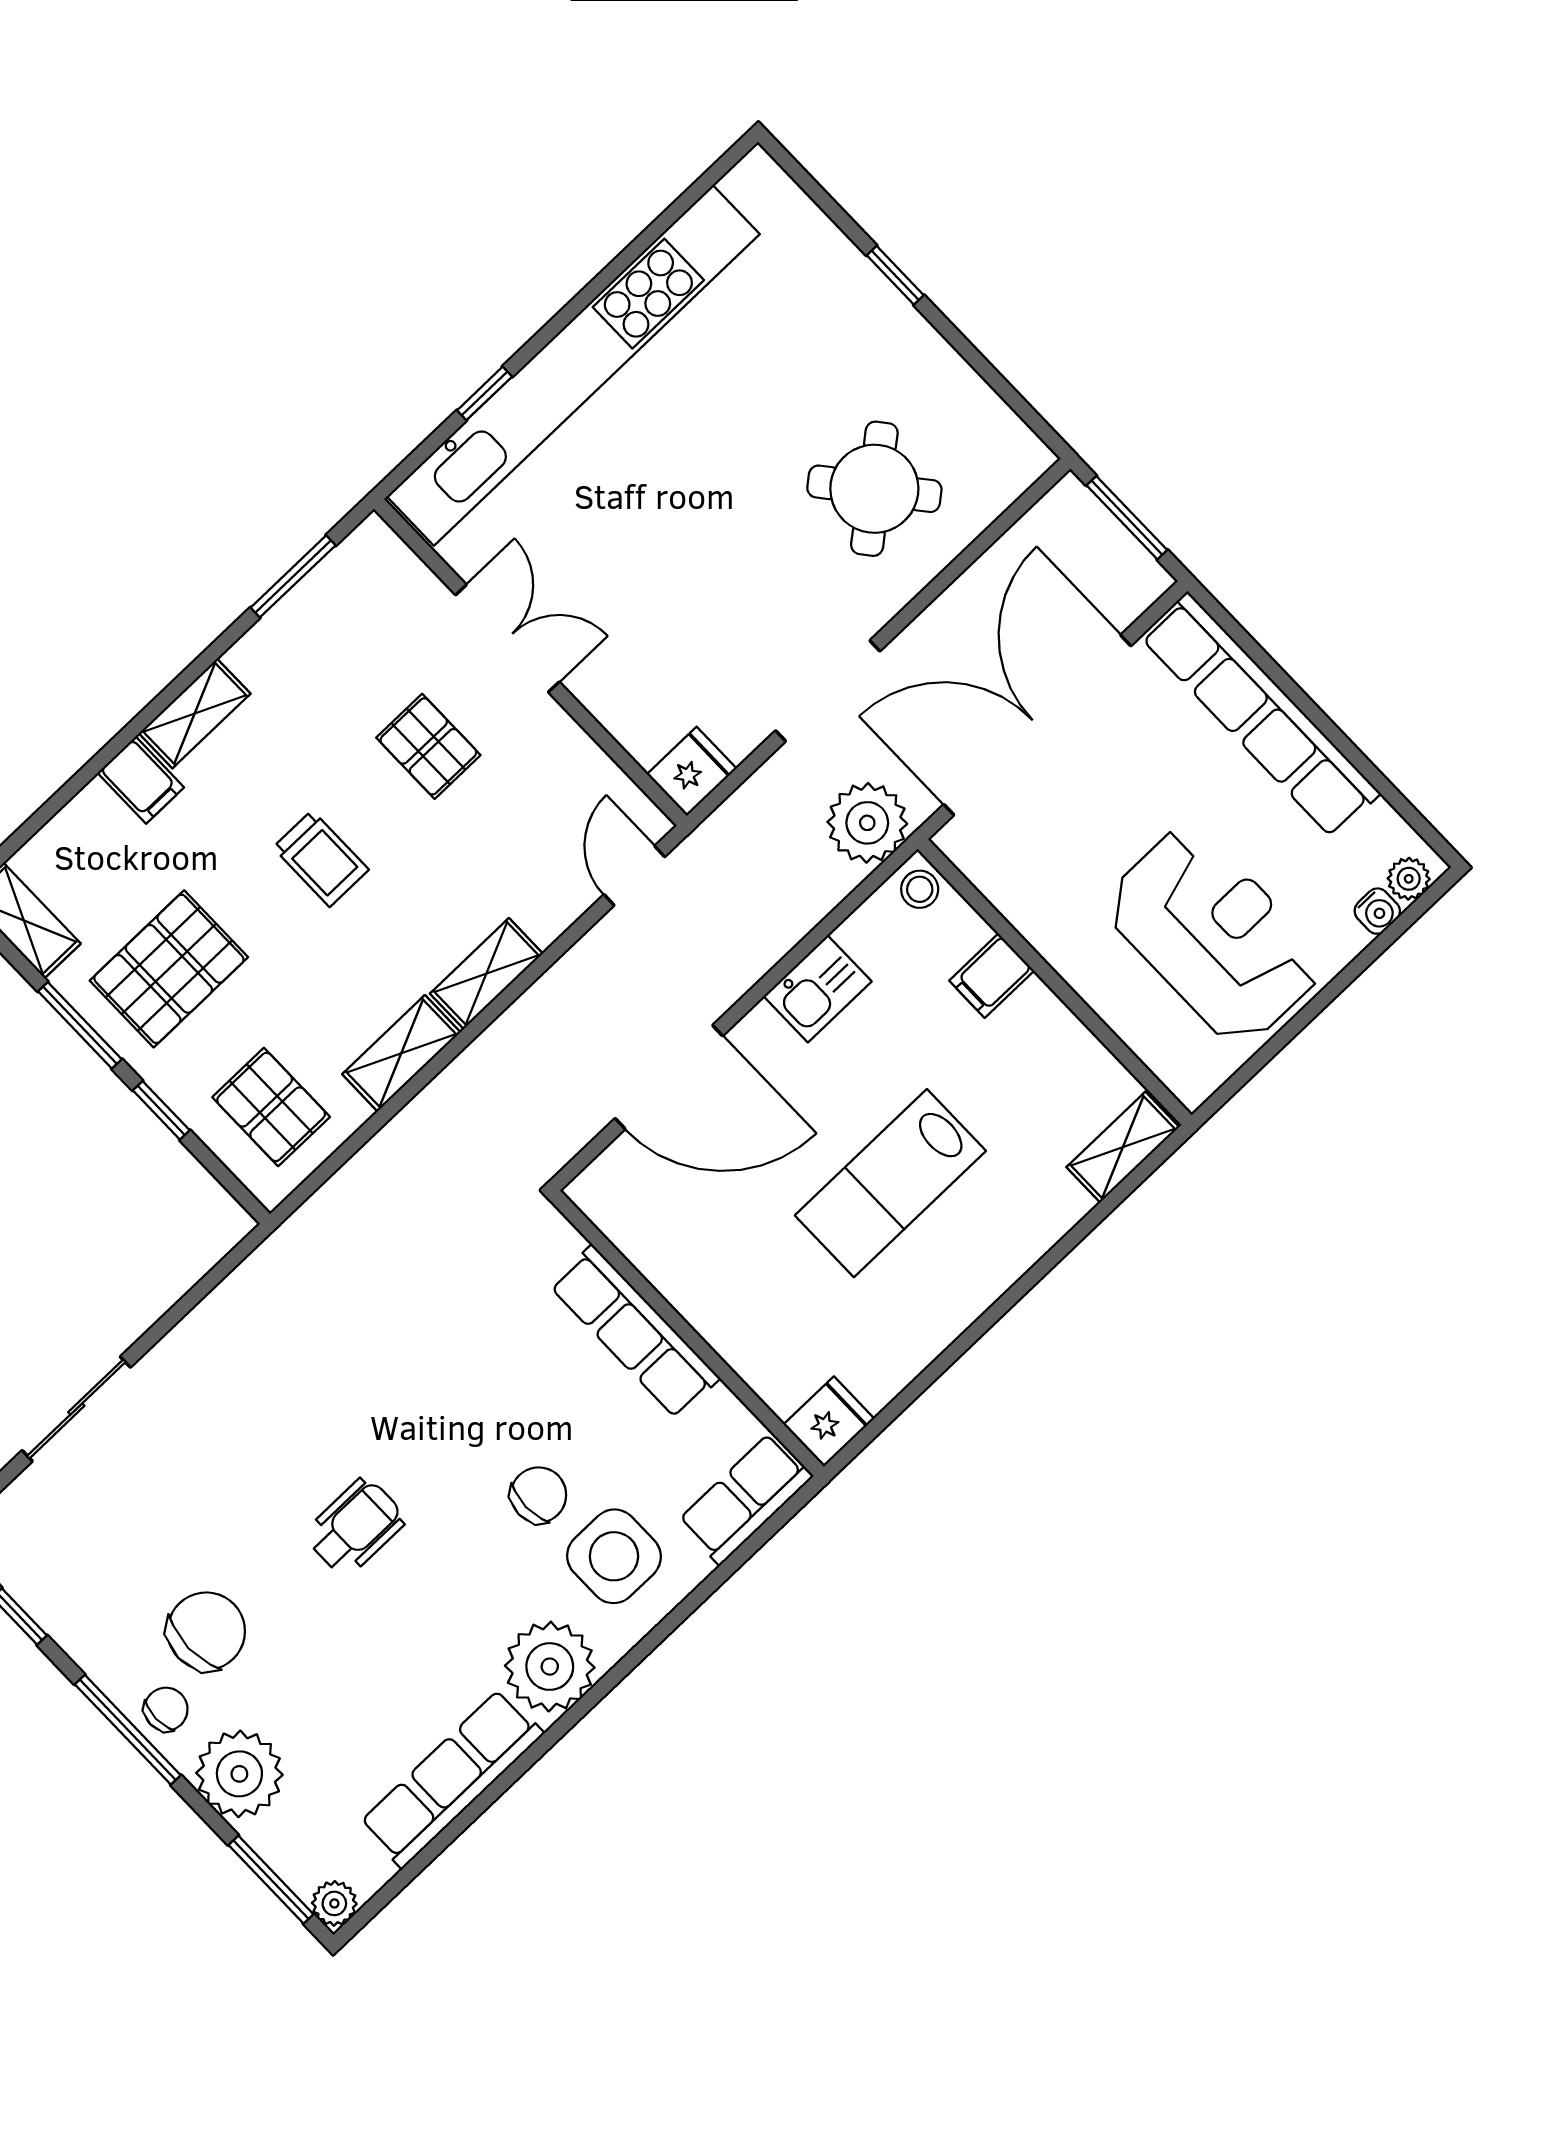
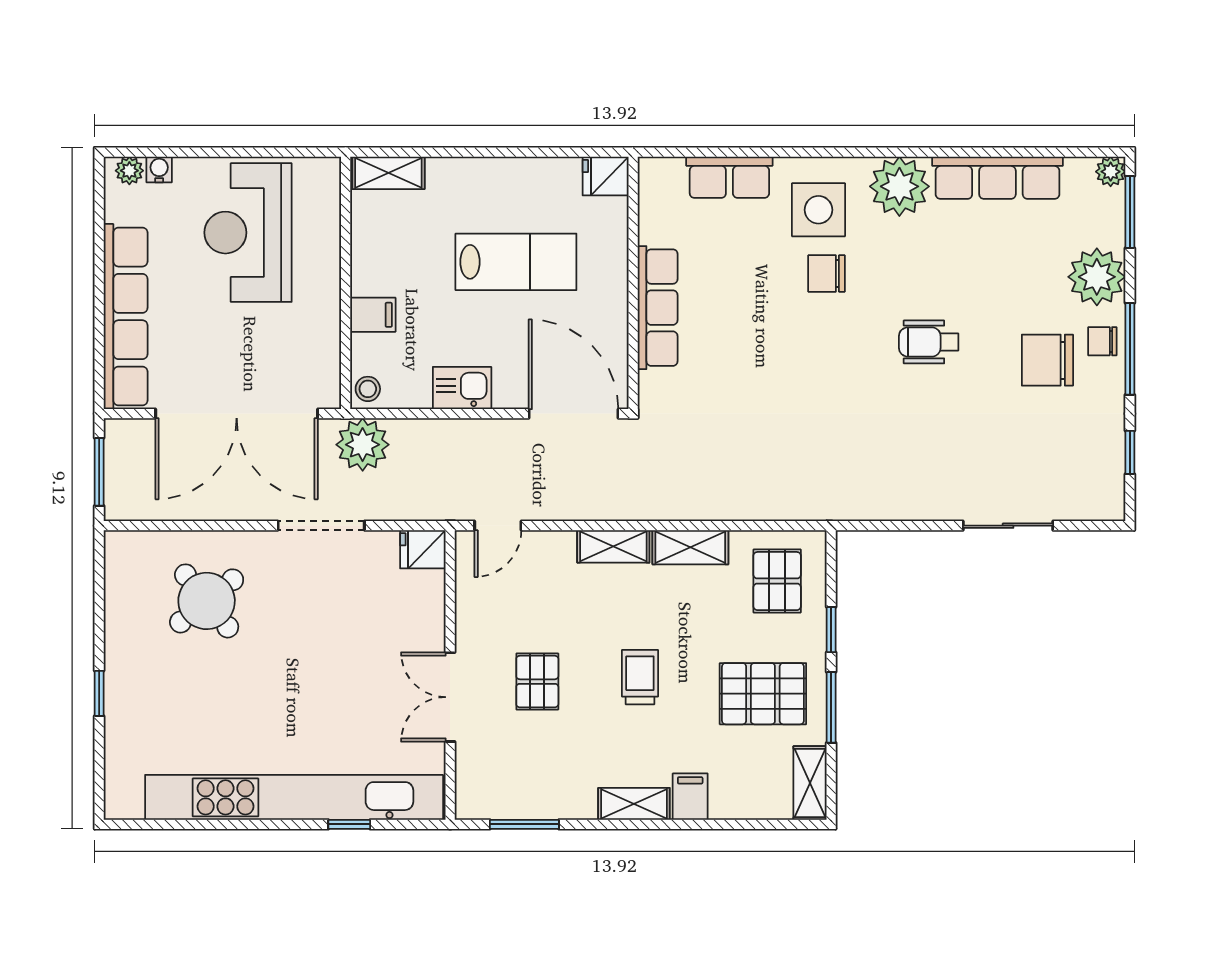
row of seats: (635, 1332) -> (658, 308), moved
wall: (687, 1333) -> (633, 283), moved
fridge: (829, 1422) -> (606, 176), moved

